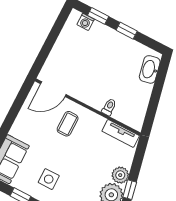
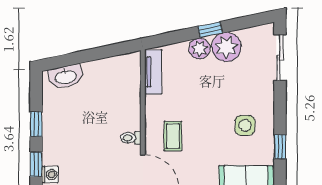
toilet: (109, 107) -> (131, 138), moved
coffee table: (68, 124) -> (173, 136), turned 90

